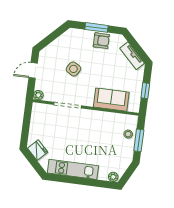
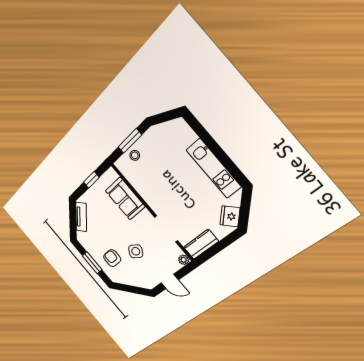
armchair: (101, 41) -> (112, 258), moved
kitchen counter: (38, 116) -> (201, 244), added
plant: (113, 177) -> (182, 126), removed

